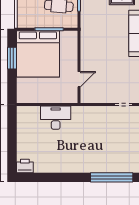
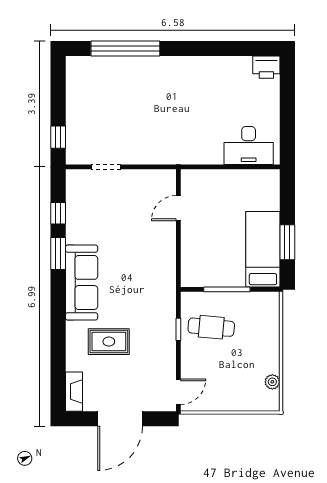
bed: (38, 54) -> (263, 249), width x0.49
desk: (56, 118) -> (249, 145), moved

